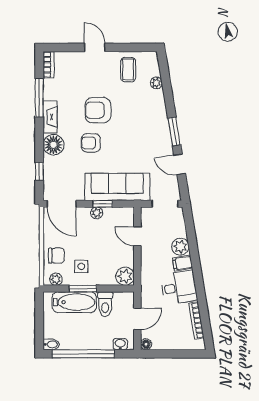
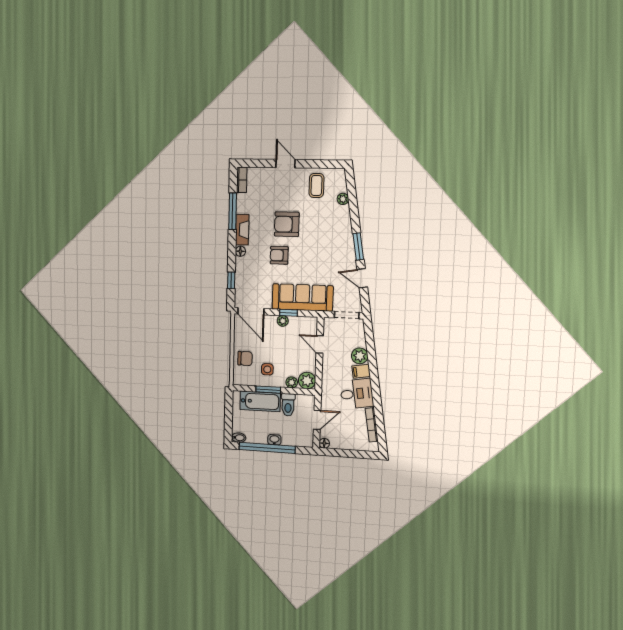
floor lamp: (53, 145) -> (240, 251), width x0.53, depth x0.53
plant: (56, 279) -> (292, 382), moved
washbasin: (120, 344) -> (274, 440), moved

